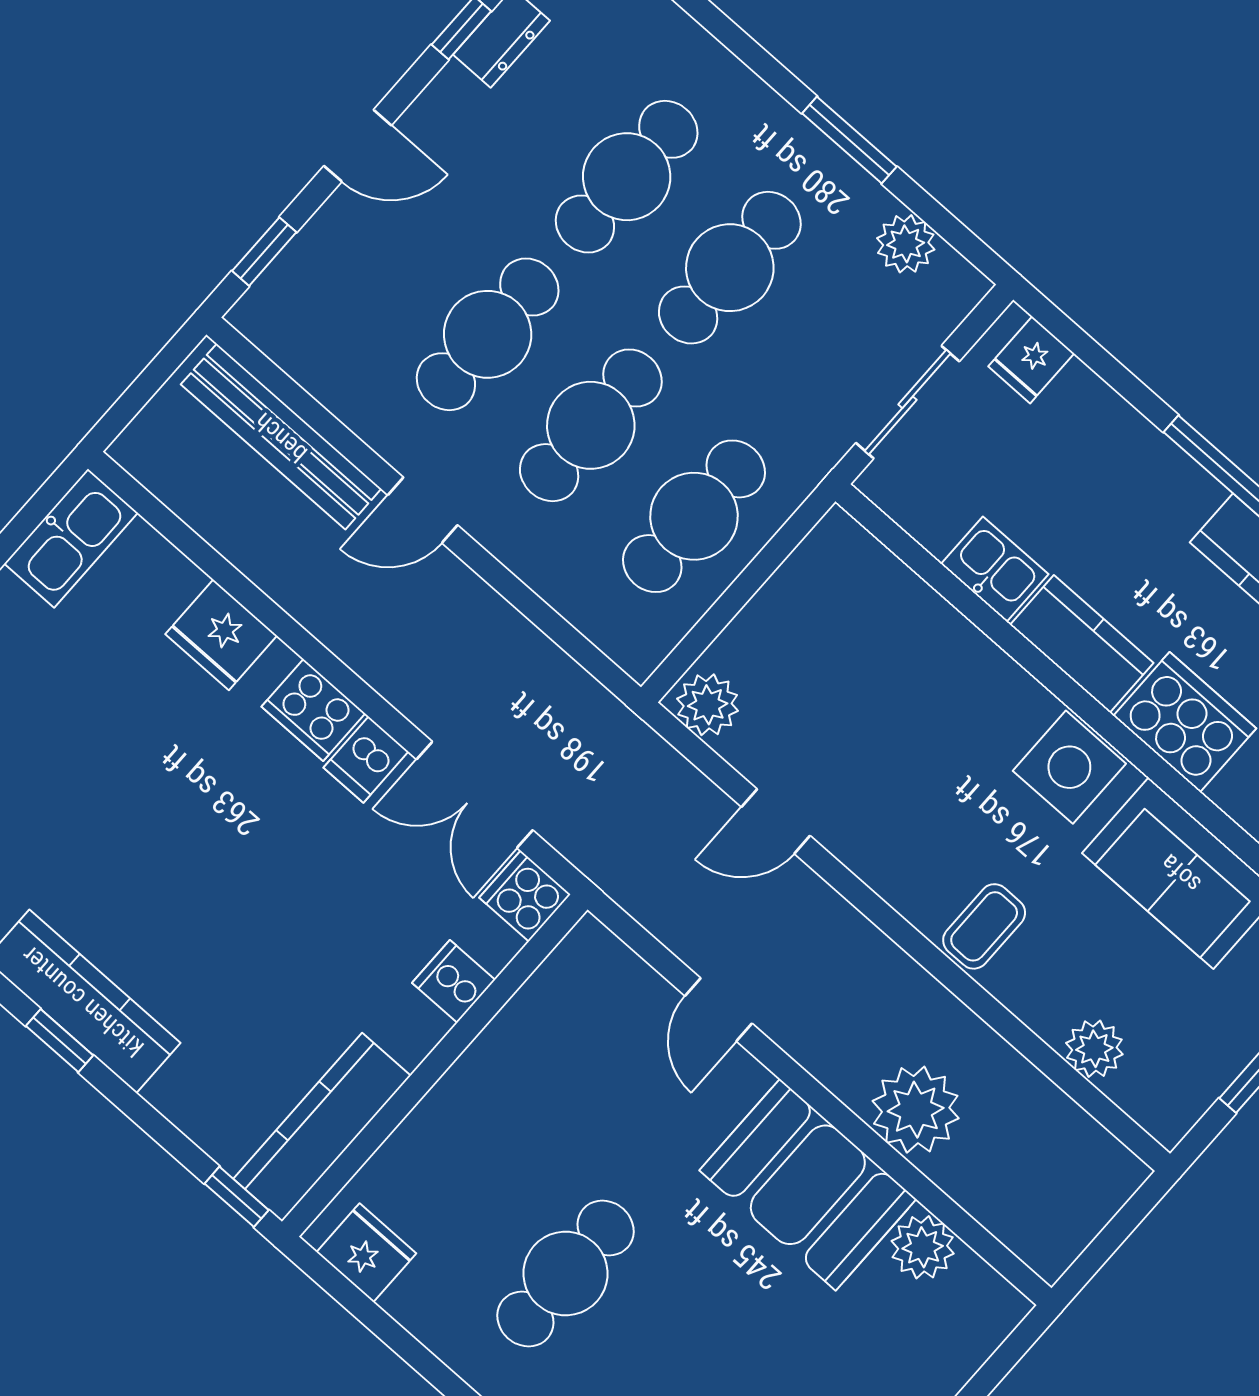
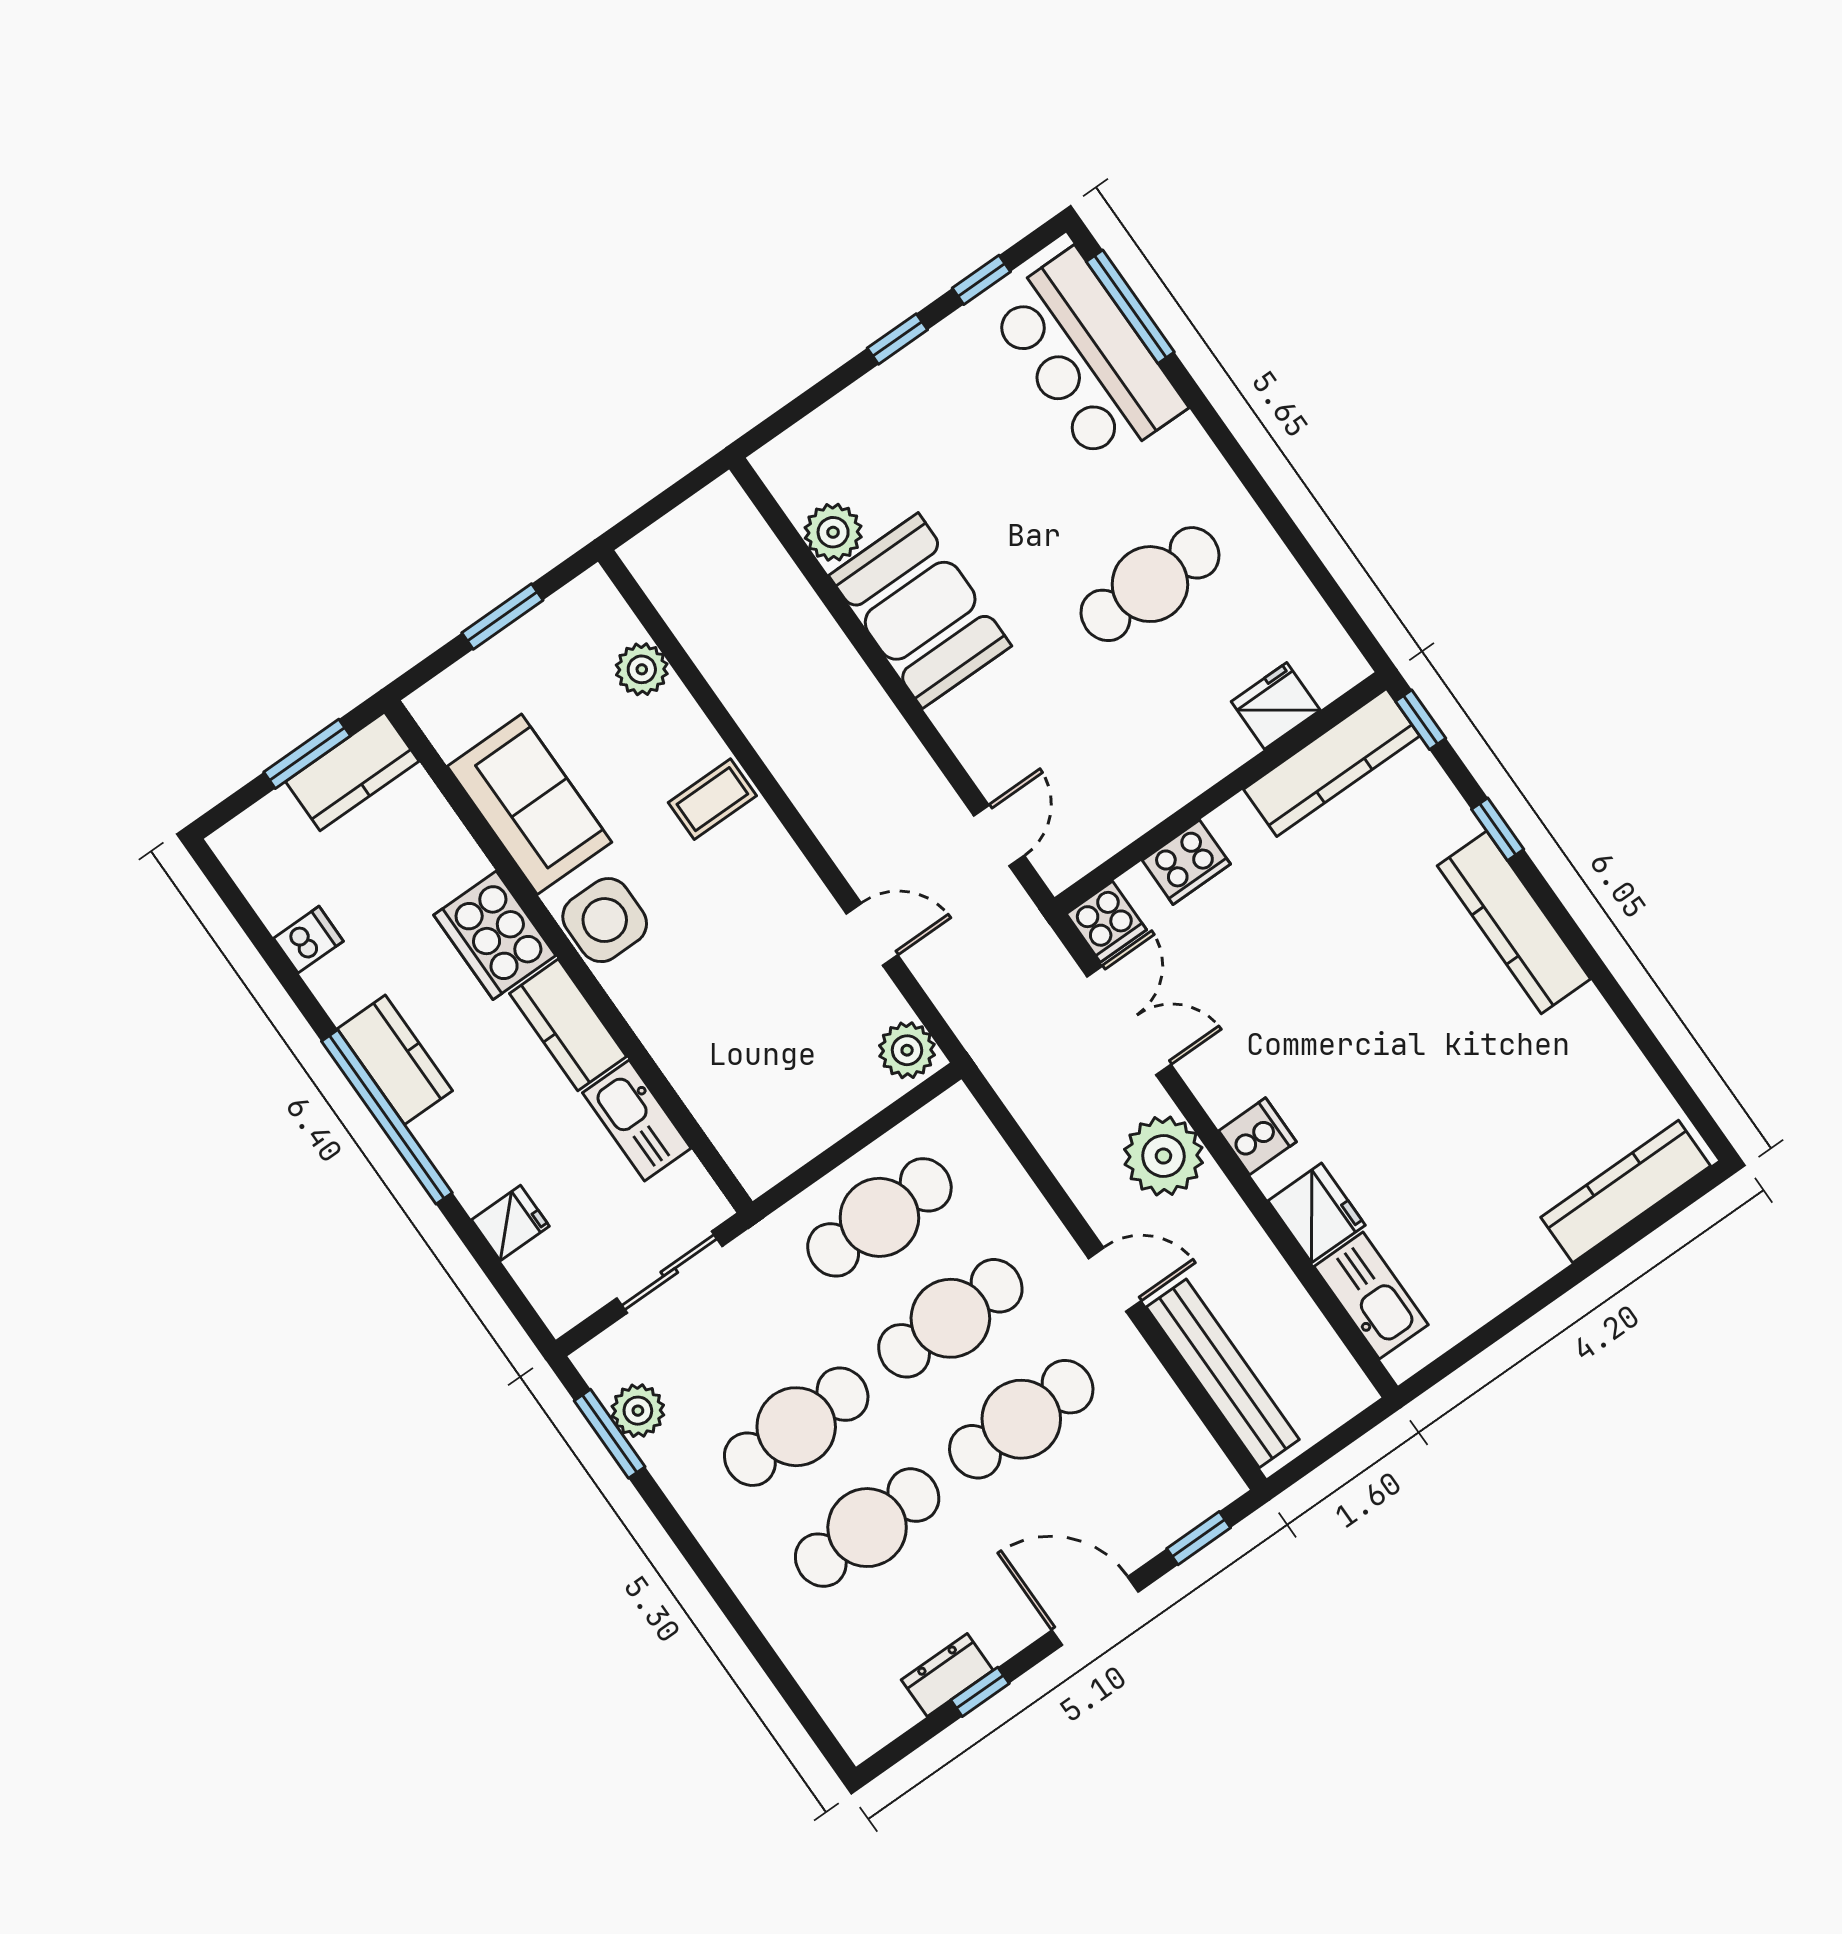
window: (849, 140) -> (610, 1434), moved
door: (358, 146) -> (1095, 1611), width x1.38
fridge: (1031, 360) -> (510, 1223), moved
kitchen sink: (71, 538) -> (1371, 1296), moved, turned 90
kitchen sink: (995, 569) -> (637, 1120), width x1.38
cooker: (313, 710) -> (1257, 1136), width x0.73
dishwasher: (366, 760) -> (1216, 1074), removed
cooker: (454, 981) -> (1186, 862), width x1.36
door: (718, 1010) -> (999, 836), moved
window: (59, 1041) -> (1498, 829), moved
plant: (916, 1110) -> (1163, 1156), moved
fridge: (366, 1253) -> (1276, 706), moved, turned 90

